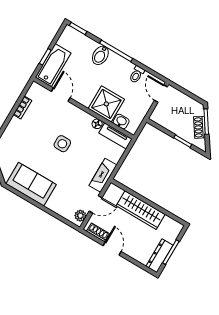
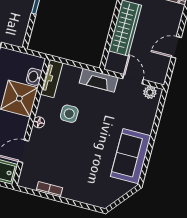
floor lamp: (97, 124) -> (39, 122), moved
side table: (62, 144) -> (69, 114), moved
shoe rack: (98, 232) -> (163, 68), removed

